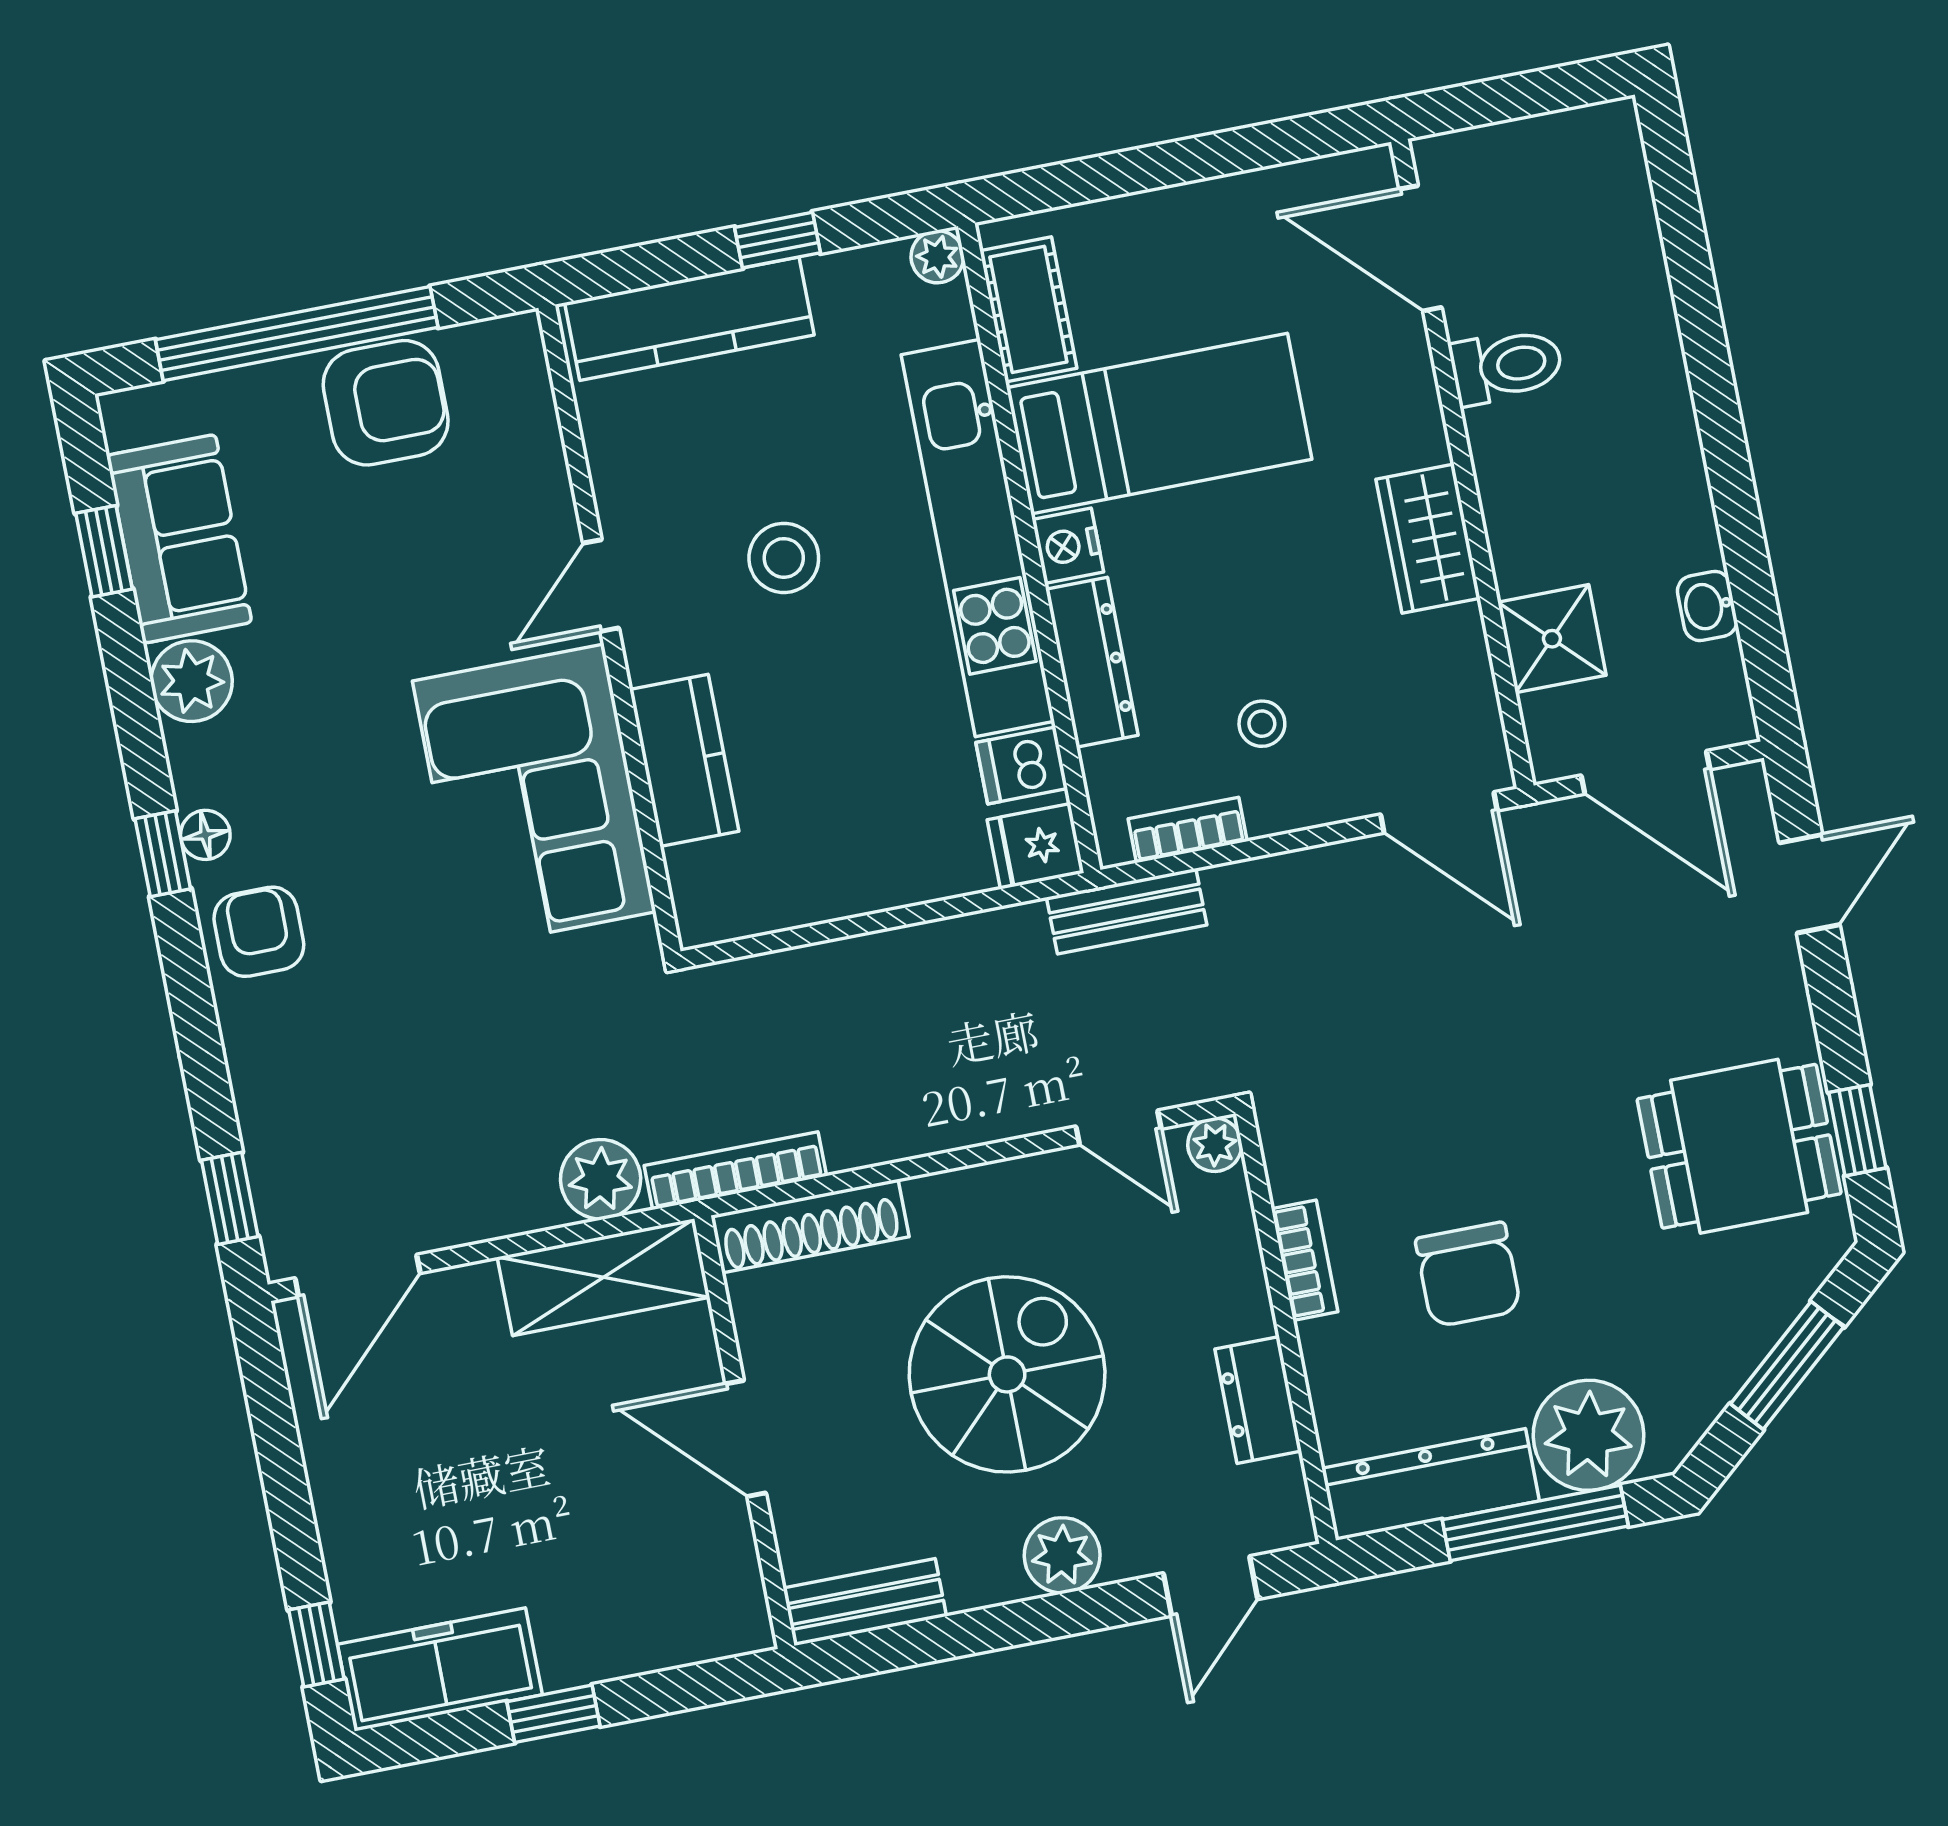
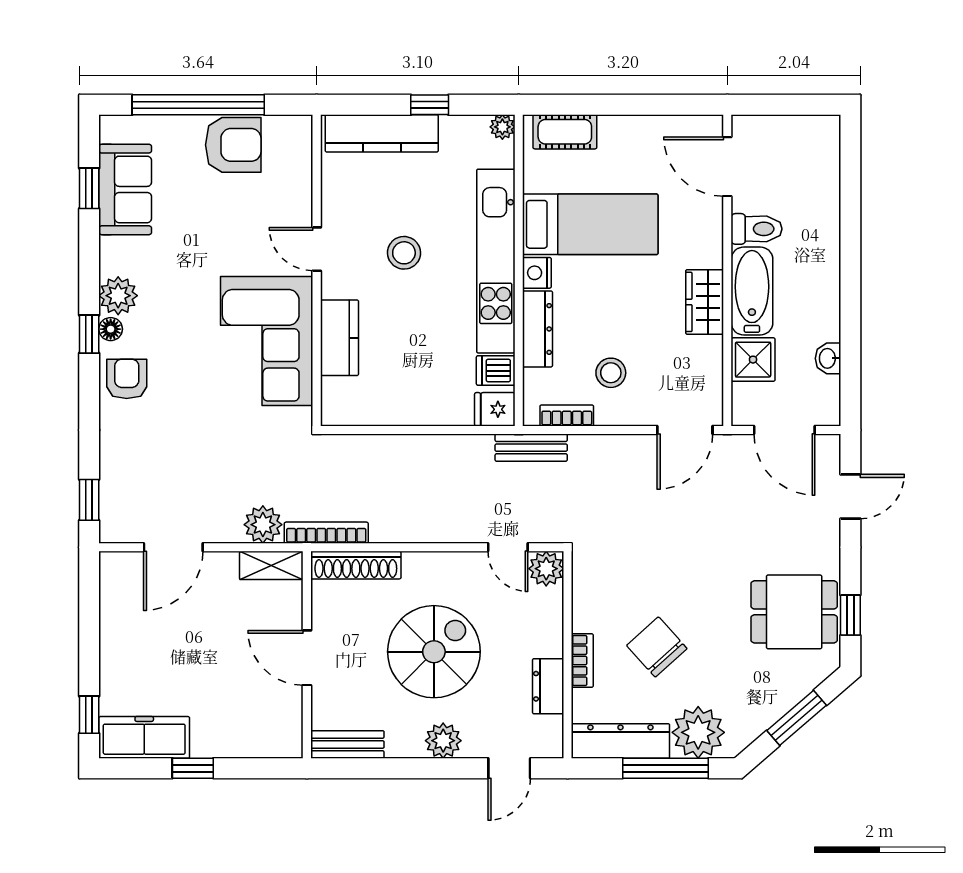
cot: (1028, 309) -> (565, 132), moved, turned 90
bathtub: (1522, 497) -> (752, 291), added
door: (601, 586) -> (317, 249), hinge flipped
plant: (192, 681) -> (118, 296), moved
stool: (1262, 724) -> (611, 373), width x1.37, depth x1.37
door: (1439, 813) -> (685, 430), hinge flipped
plant: (1215, 1145) -> (546, 569), width x1.38, depth x1.38
bookcase: (1305, 1260) -> (582, 661), moved
chair: (1468, 1275) -> (657, 647), turned 138
door: (358, 1276) -> (173, 547), moved
shelving: (604, 1277) -> (271, 565), width x0.67, depth x0.75

